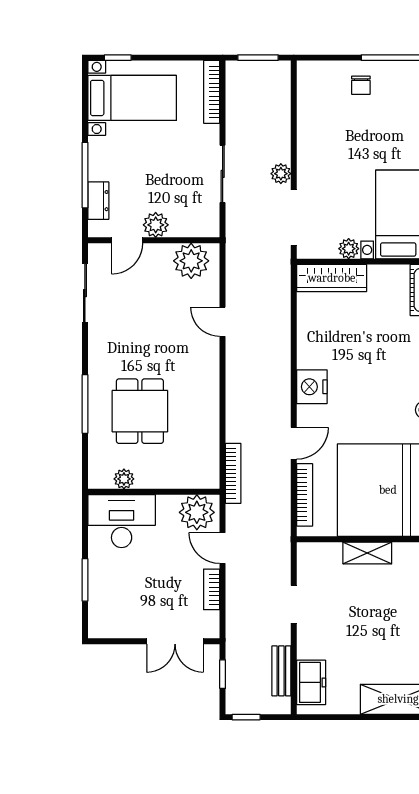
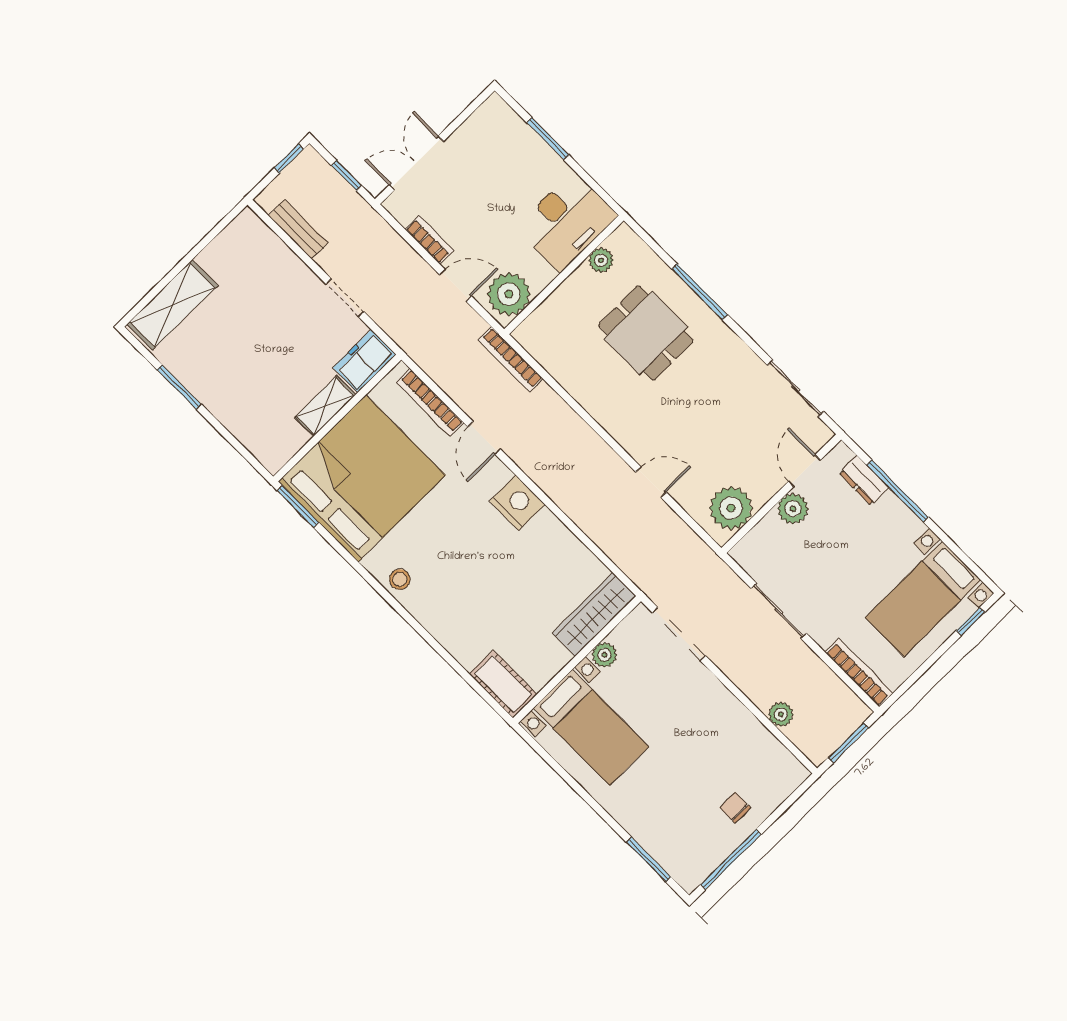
plant: (281, 174) -> (781, 714), moved
freezer: (311, 682) -> (364, 361), moved, turned 90

